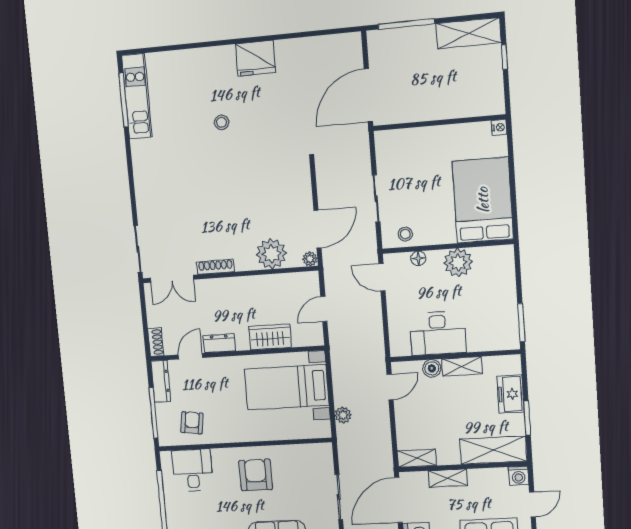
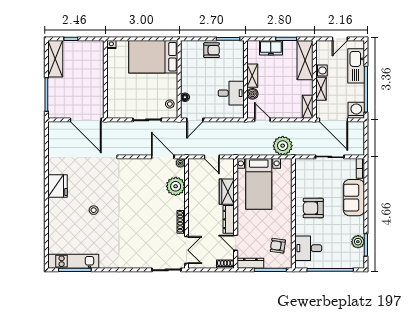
plant: (458, 263) -> (189, 74), removed
armchair: (500, 297) -> (212, 50), added
desk: (438, 333) -> (231, 93), width x0.73
dresser: (219, 343) -> (229, 219), width x1.44
plant: (343, 415) -> (283, 146), width x1.88, depth x1.88
washing machine: (519, 476) -> (321, 70), moved
door: (532, 505) -> (340, 39), swing flipped

